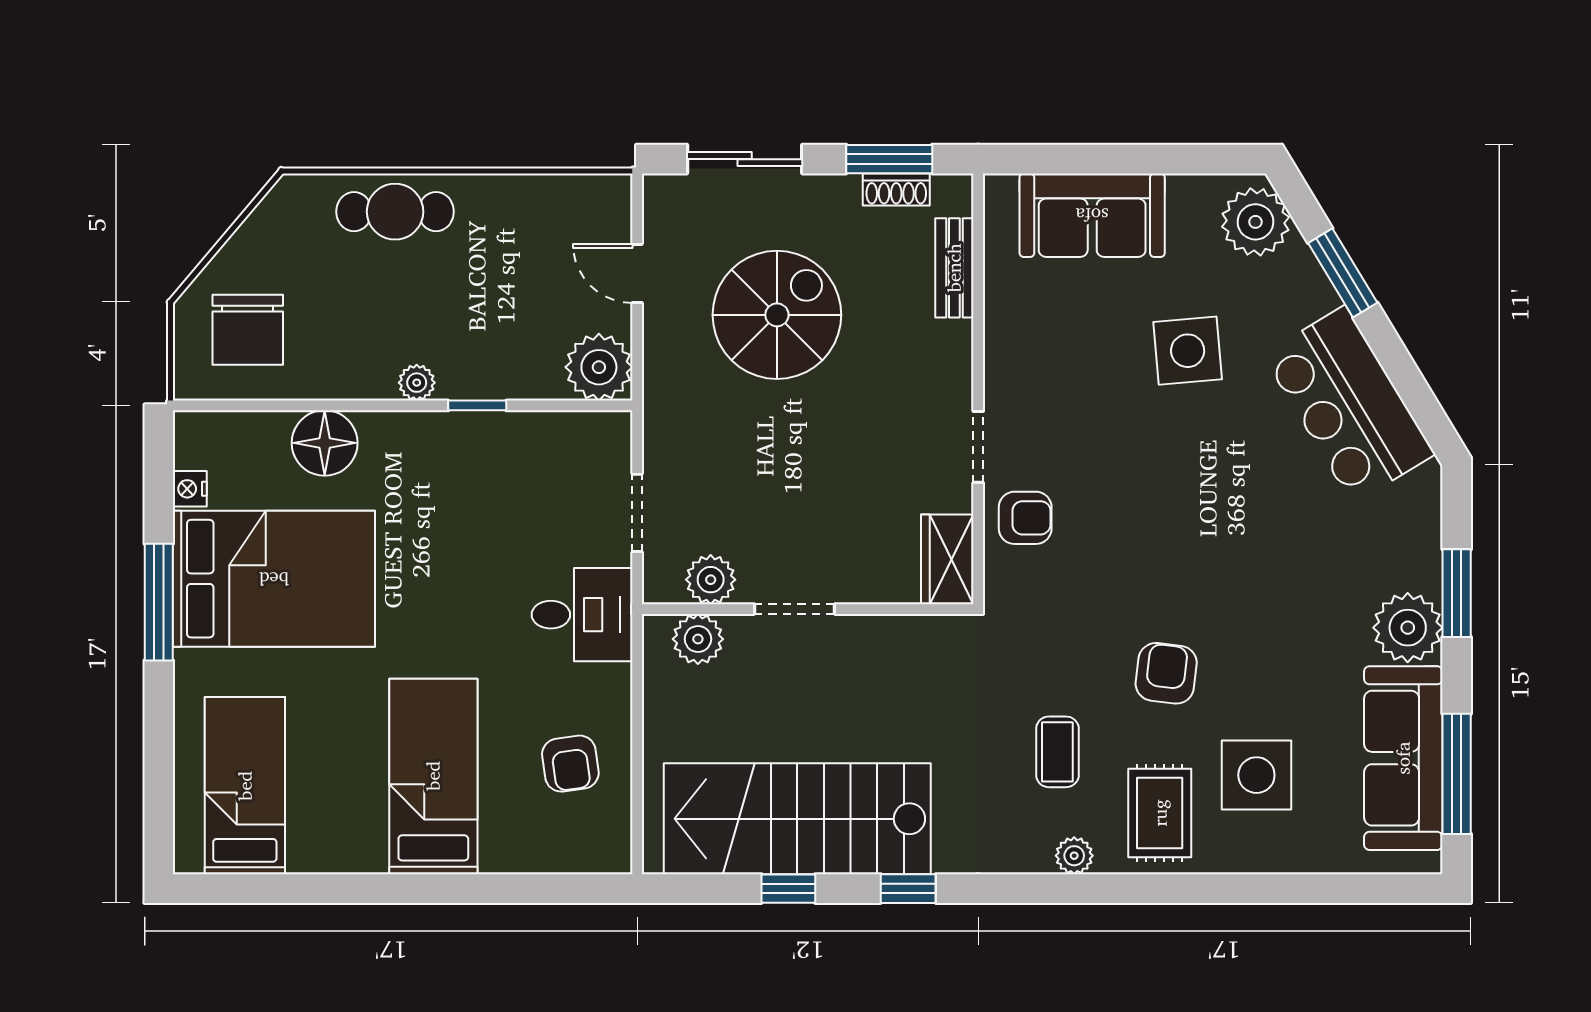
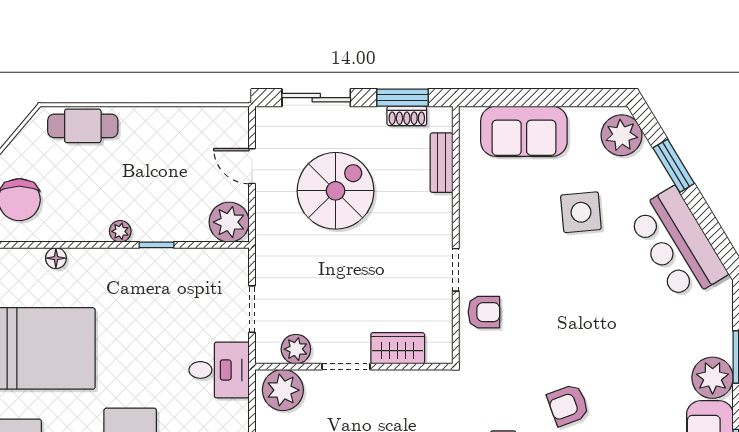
cafe table: (395, 212) -> (83, 126), moved
floor lamp: (325, 443) -> (56, 258), width x0.53, depth x0.53
wardrobe: (947, 559) -> (398, 348), moved, turned 90
plant: (698, 639) -> (283, 390), width x1.36, depth x1.36
armchair: (1166, 673) -> (568, 405), turned -117

